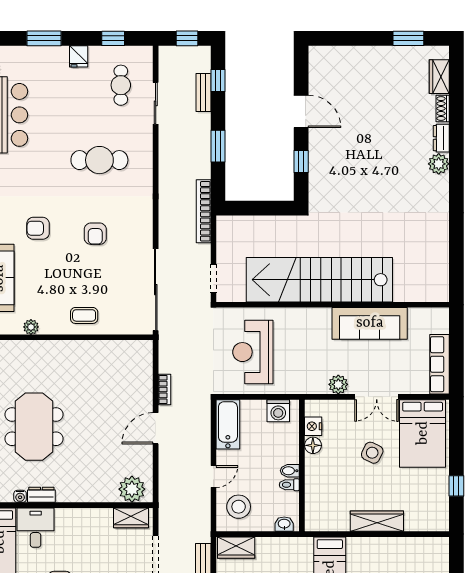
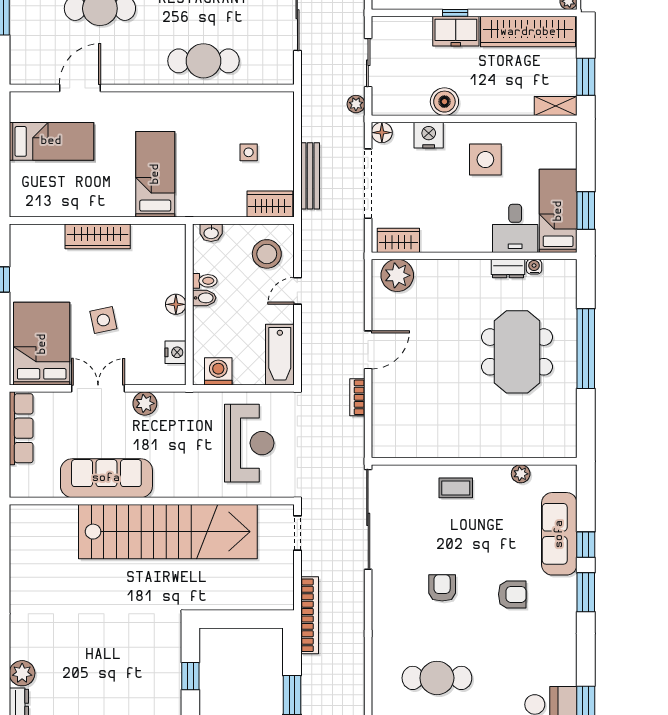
floor lamp: (313, 445) -> (176, 304), moved
side table: (372, 453) -> (103, 320), turned -38

